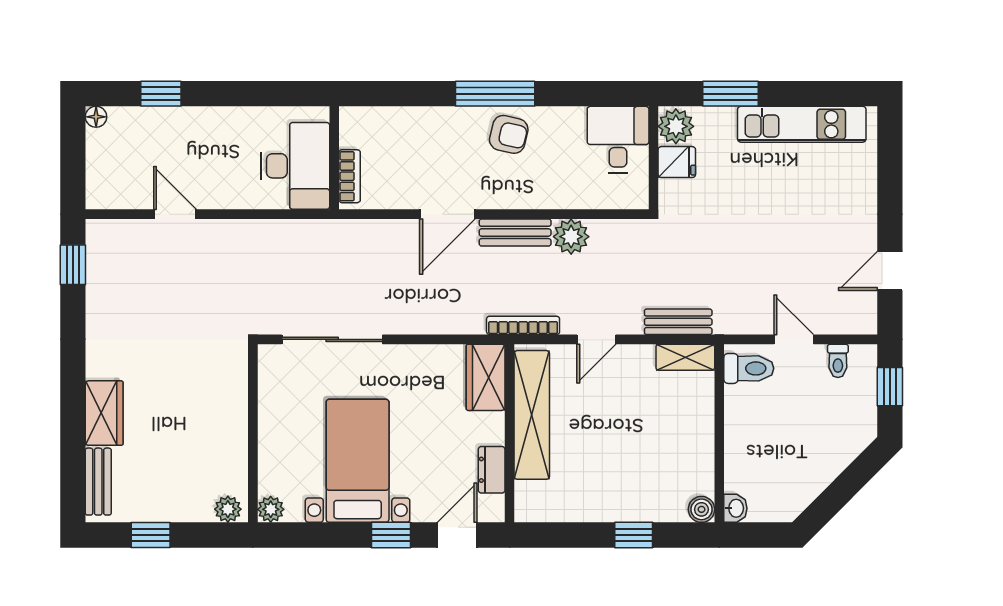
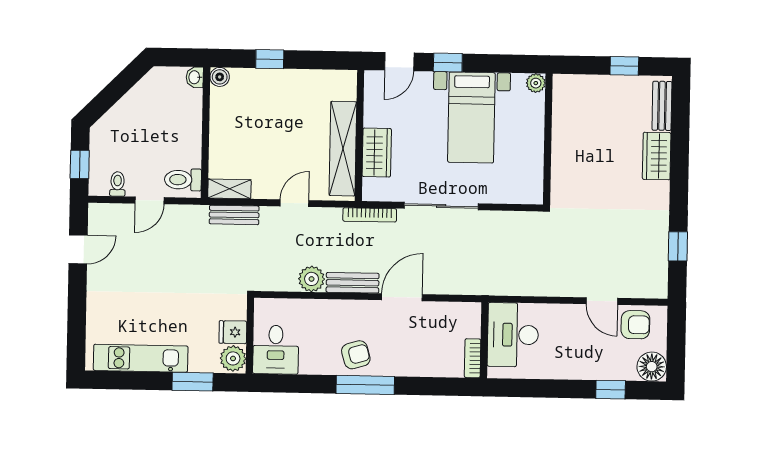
floor lamp: (96, 117) -> (652, 367), width x1.89, depth x1.89
armchair: (509, 134) -> (356, 355), turned 151
bookcase: (350, 176) -> (473, 358), moved
armchair: (129, 183) -> (635, 325), added
window: (73, 265) -> (678, 246), moved
bookcase: (523, 325) -> (370, 215), moved
sliding door: (332, 339) -> (441, 206), moved
door: (794, 339) -> (150, 200), hinge flipped
wardrobe: (486, 377) -> (377, 153), moved
dresser: (492, 470) -> (373, 109), removed
plant: (228, 509) -> (567, 84), removed

